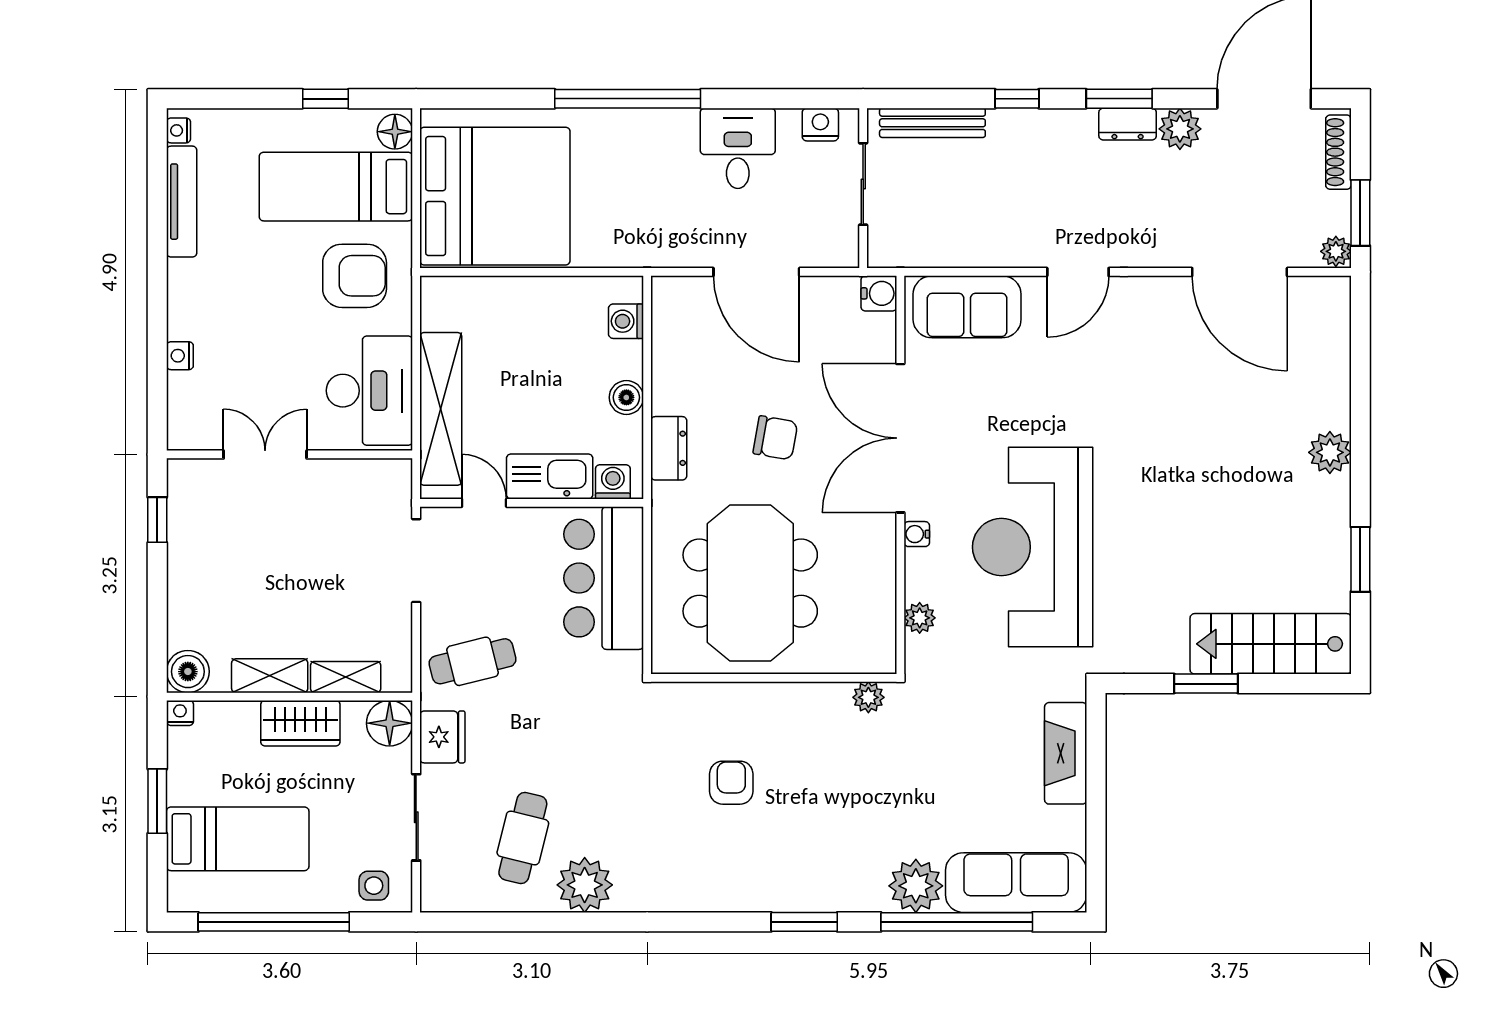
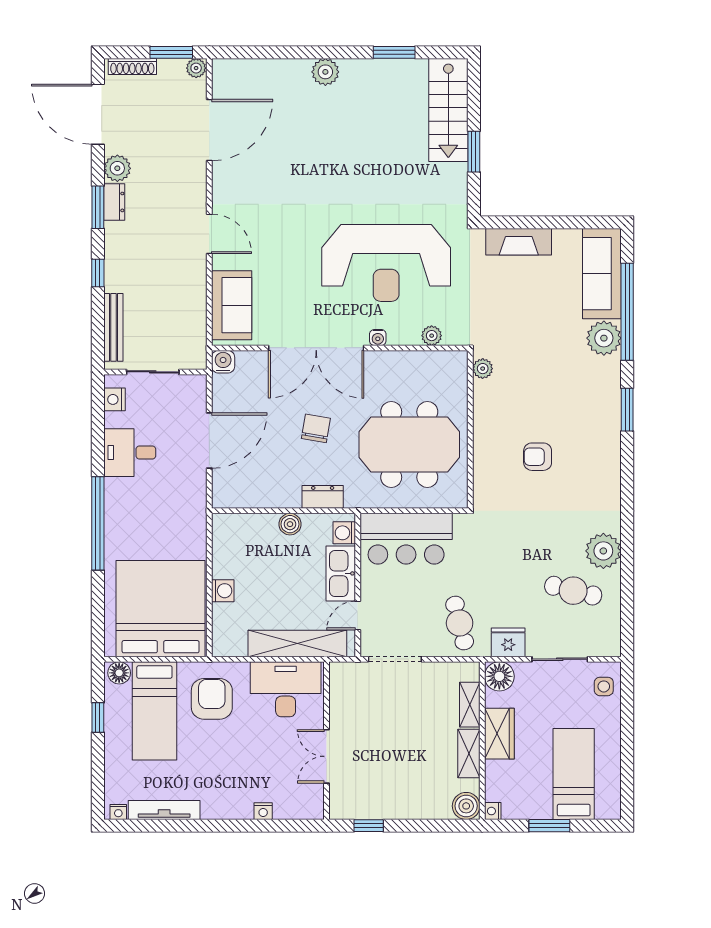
washing machine: (626, 321) -> (223, 591), moved, turned -90
window: (274, 922) -> (627, 751), removed

